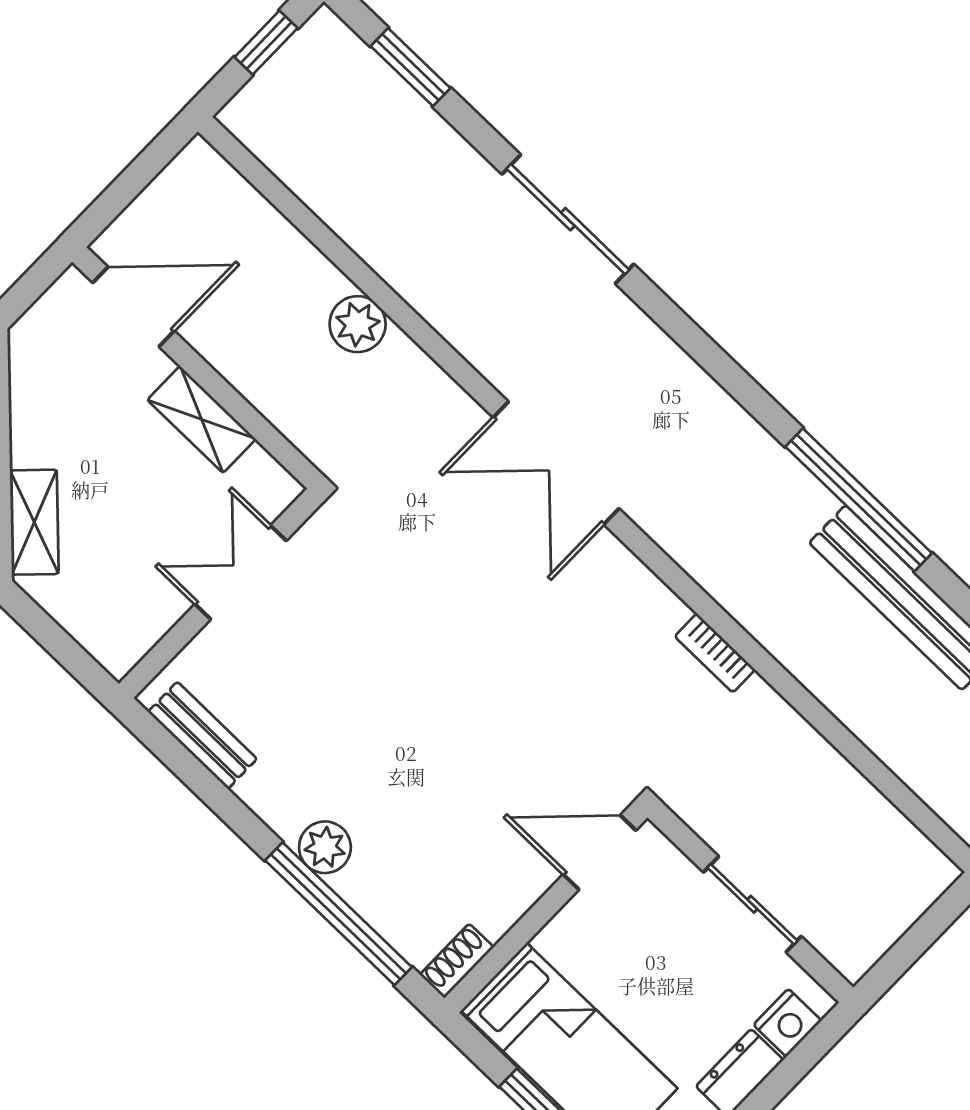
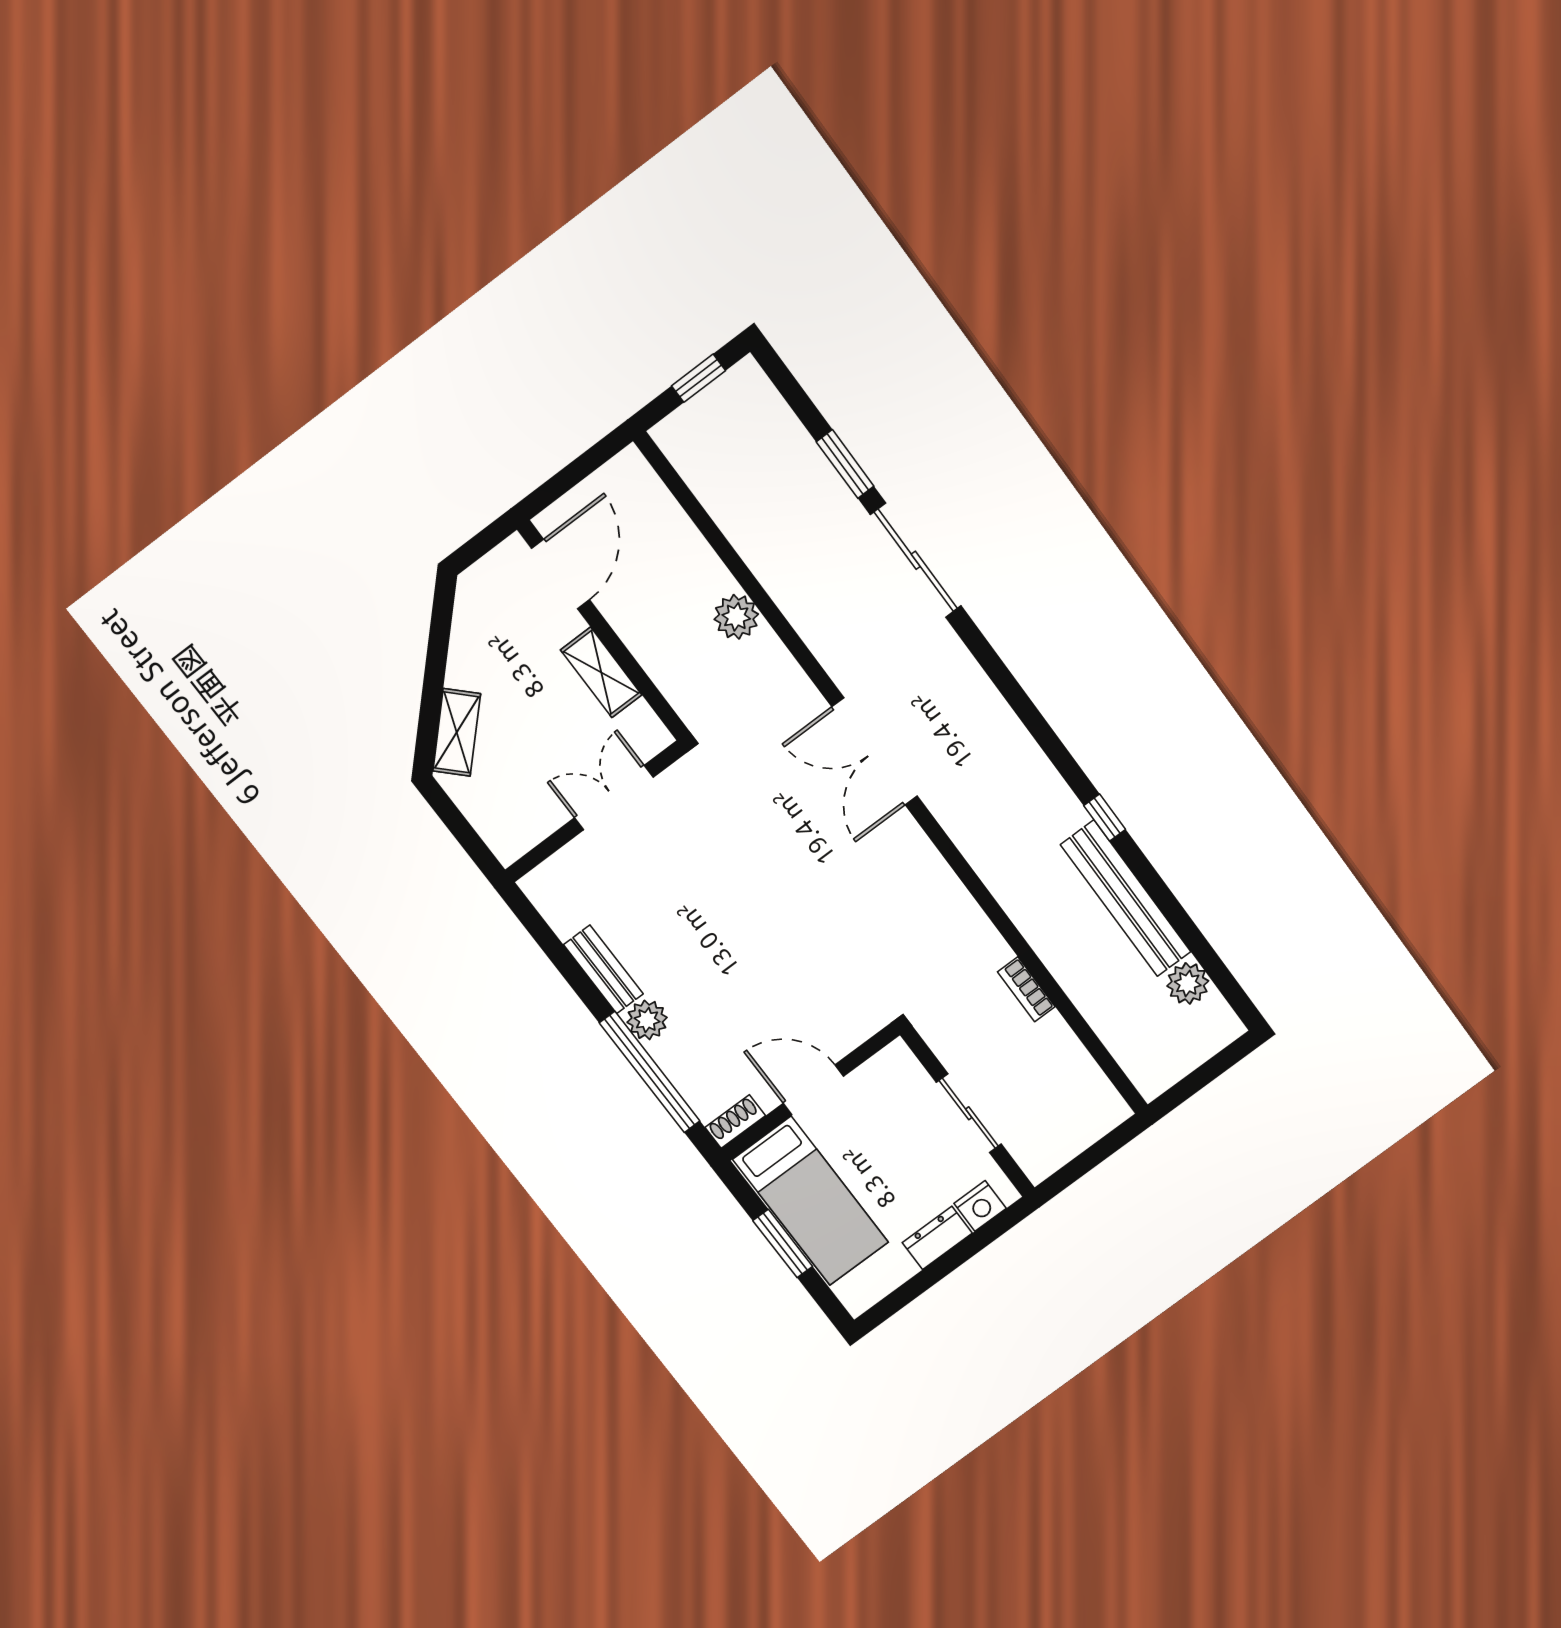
window: (410, 67) -> (845, 464), moved
door: (134, 307) -> (561, 574), hinge flipped
window: (859, 500) -> (1105, 818), width x0.32
bookcase: (715, 653) -> (1026, 989), moved
bench: (202, 735) -> (603, 969), moved
door: (600, 852) -> (813, 1090), moved

